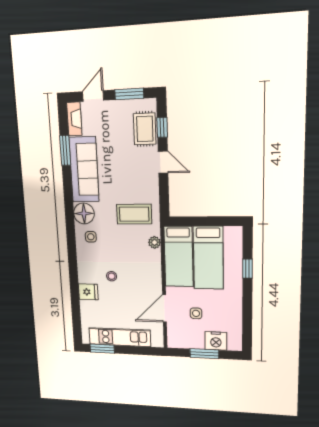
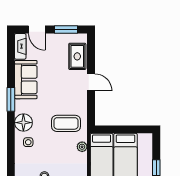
door: (93, 96) -> (37, 30), swing flipped
window: (162, 127) -> (91, 56), removed
window: (65, 150) -> (11, 99), moved
sofa: (84, 170) -> (26, 80), width x0.73

